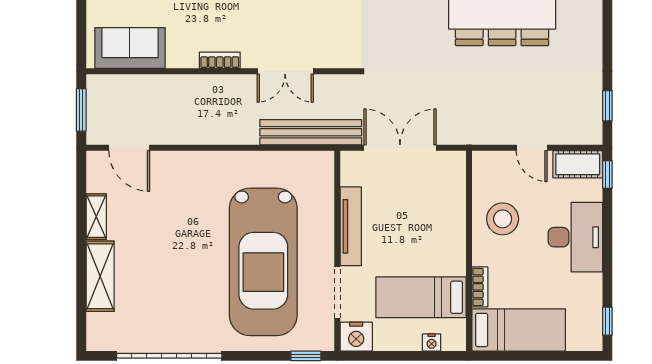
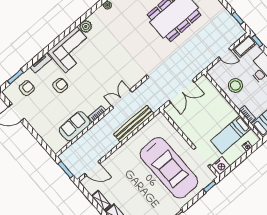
sofa: (130, 48) -> (75, 126), moved
double door: (285, 71) -> (122, 99), swing flipped
bench: (311, 132) -> (134, 124), moved
double door: (400, 148) -> (181, 91), swing flipped
tv unit: (351, 226) -> (188, 131), removed

